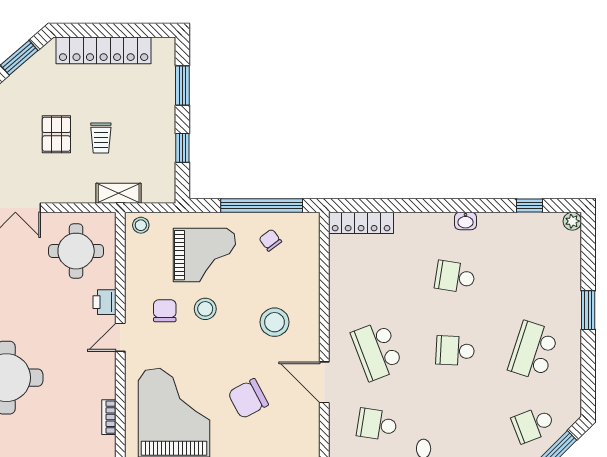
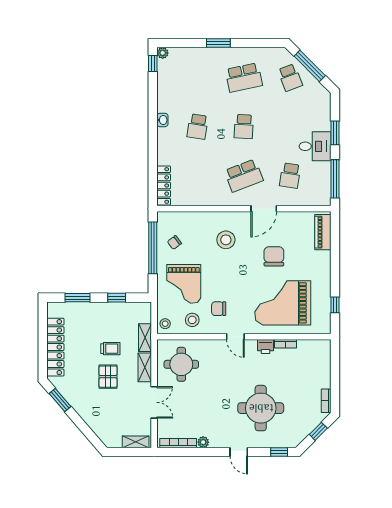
pallet: (56, 134) -> (108, 377), turned 90
shelving: (71, 193) -> (145, 367), added
window: (529, 205) -> (153, 63), moved
grand piano: (204, 255) -> (184, 284), turned 180
printer: (105, 302) -> (266, 346), moved
stool: (205, 309) -> (192, 320), moved
school desk: (533, 351) -> (244, 78), turned -30
chair: (248, 399) -> (274, 256), turned -152

